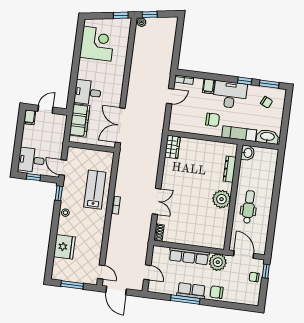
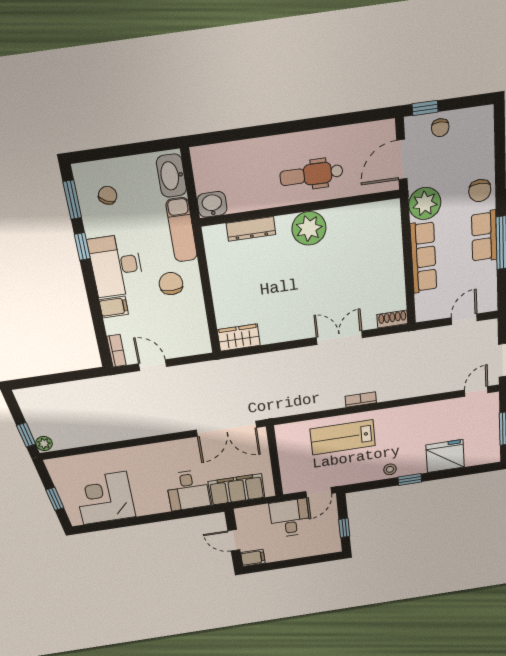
window: (121, 15) -> (55, 499), moved
desk: (31, 160) -> (290, 518), moved, turned 180
window: (59, 193) -> (410, 479), moved

